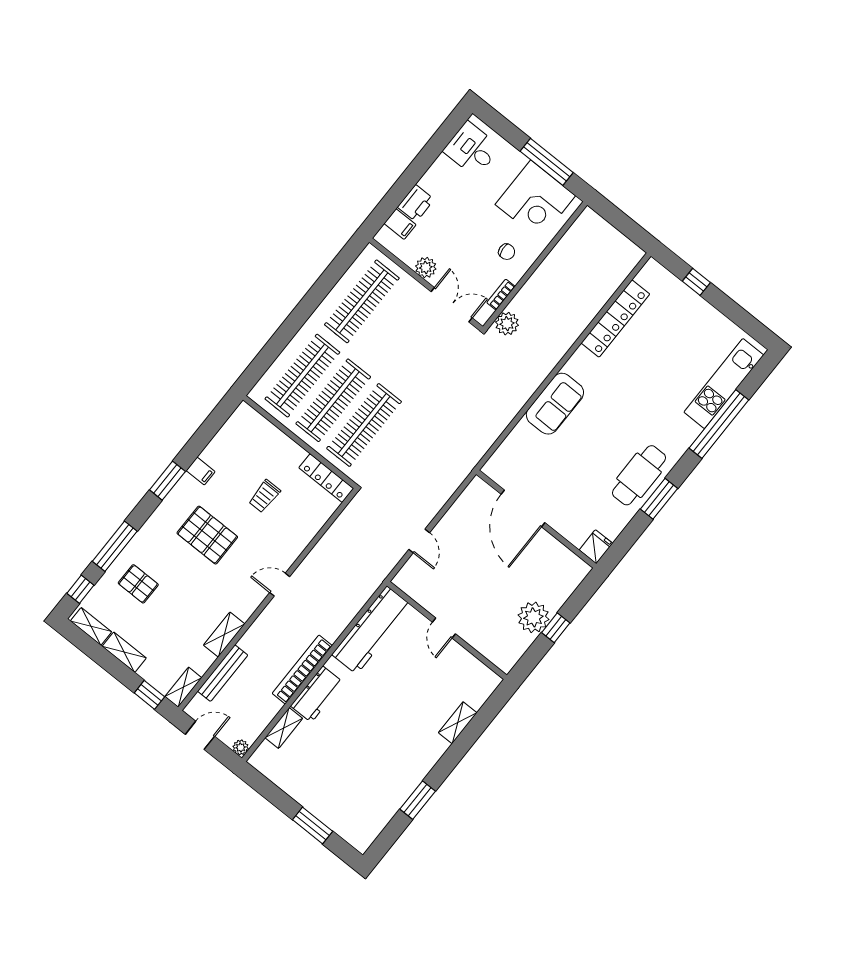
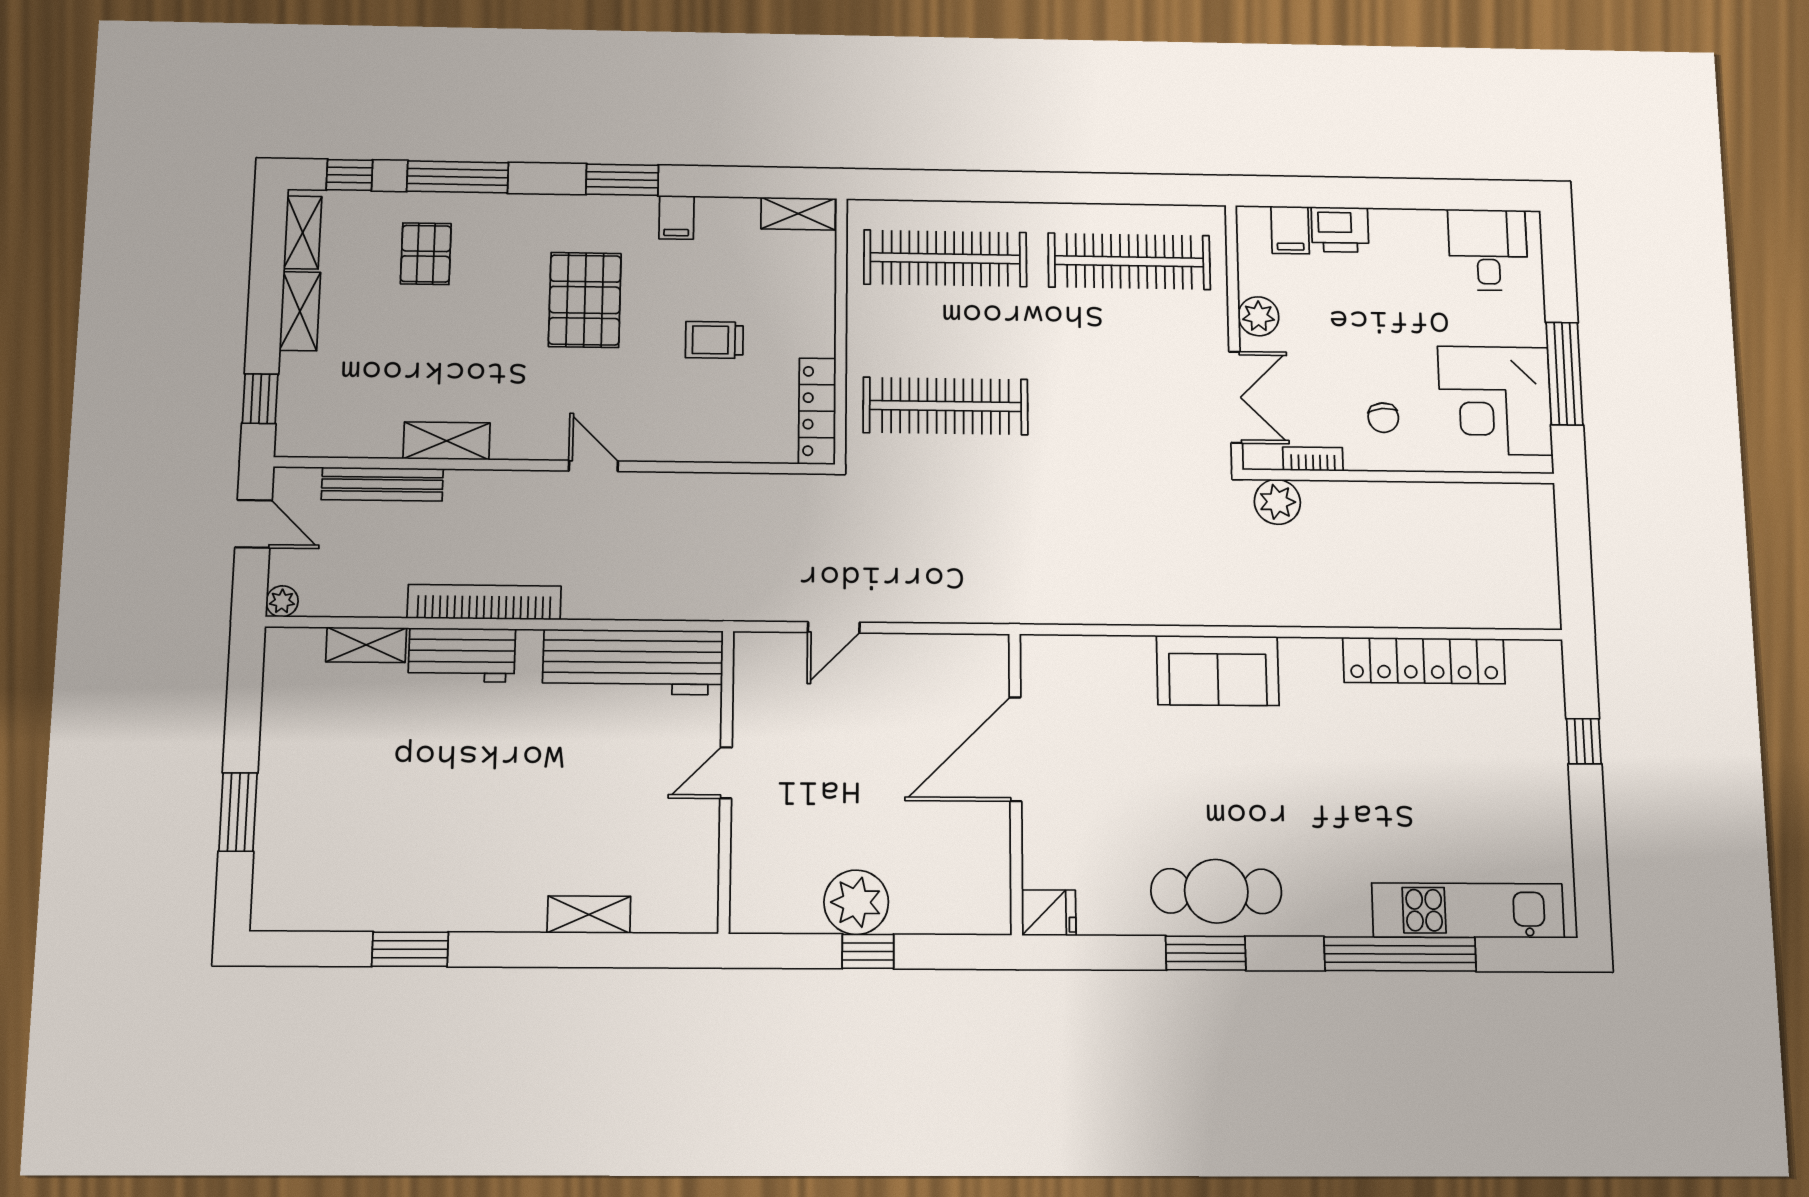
clothes rail: (333, 400) -> (945, 332), removed
shelving: (183, 687) -> (798, 214), moved

